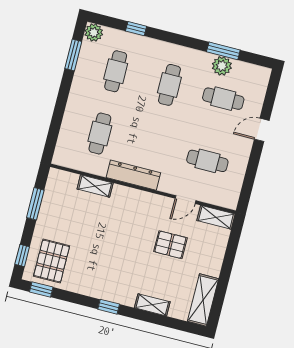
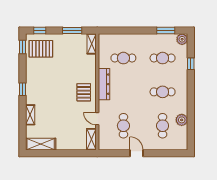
window: (223, 51) -> (191, 119), removed
door: (262, 130) -> (137, 153), moved
shelving: (95, 186) -> (92, 44), moved
pallet: (170, 245) -> (84, 92), moved

